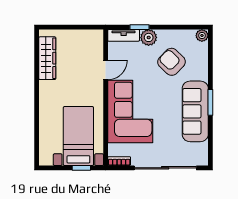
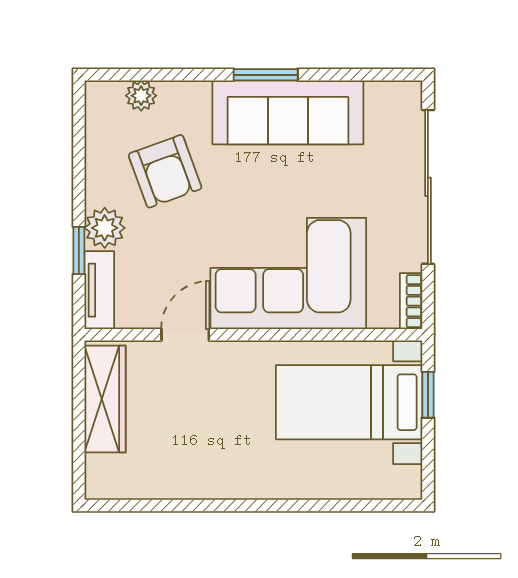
plant: (202, 35) -> (141, 96), moved
wardrobe: (47, 58) -> (105, 399), moved, turned 90
armchair: (171, 62) -> (165, 171), turned -64
door: (106, 70) -> (185, 335), hinge flipped

